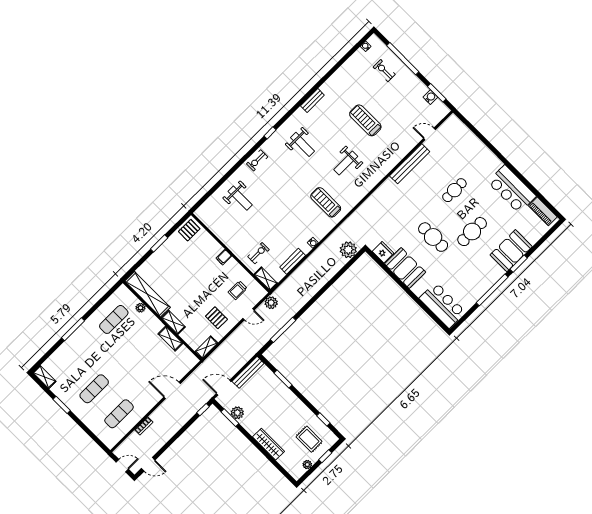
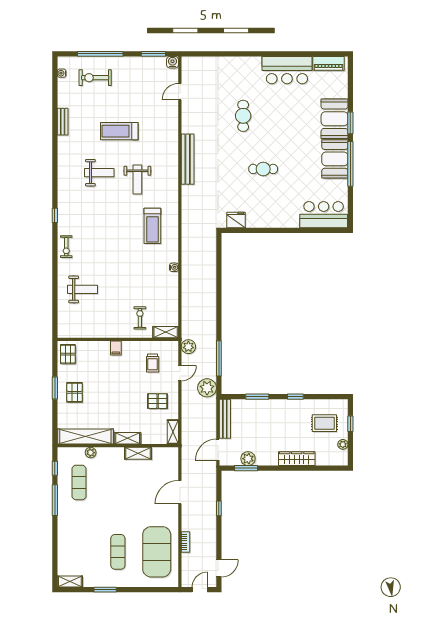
exercise bike: (384, 71) -> (95, 78), width x1.38, depth x1.39
water cooler: (430, 97) -> (172, 62), moved
bench: (312, 100) -> (63, 122), moved
weight bench: (302, 144) -> (99, 173), moved
bench: (410, 164) -> (188, 159), moved
treadmill: (326, 202) -> (152, 226), turned -90
cafe table: (472, 232) -> (289, 134), removed
cafe table: (433, 237) -> (263, 169), width x0.73, depth x0.74
plant: (348, 250) -> (207, 388), moved
pallet: (169, 259) -> (75, 392), added
bench: (293, 261) -> (173, 298), removed
booth: (405, 268) -> (335, 159), moved, turned 90
window: (108, 295) -> (55, 468), added
window: (73, 329) -> (55, 500), moved
window: (203, 410) -> (219, 508), moved
exercise mat: (119, 414) -> (157, 552), width x2.00, depth x1.45
window: (323, 419) -> (295, 397), moved

